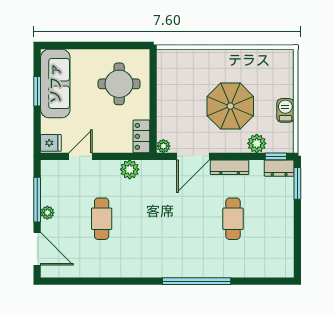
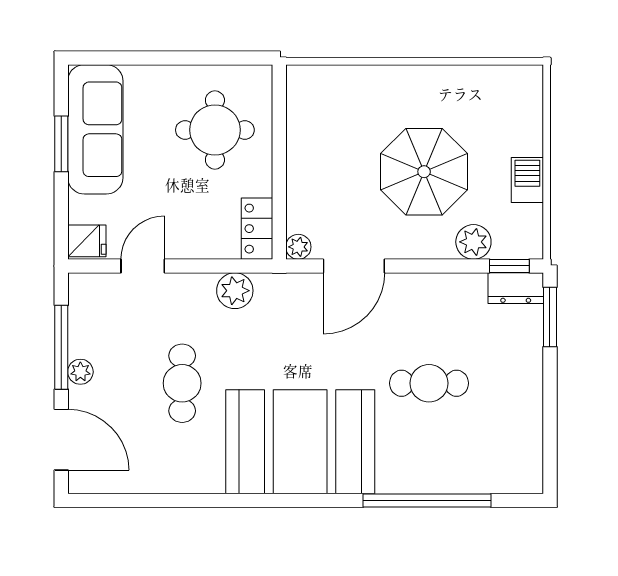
dresser: (230, 167) -> (423, 287), removed
cafe table: (233, 219) -> (429, 383), turned 90
booth: (164, 250) -> (300, 442), added
window: (197, 281) -> (427, 500), moved

